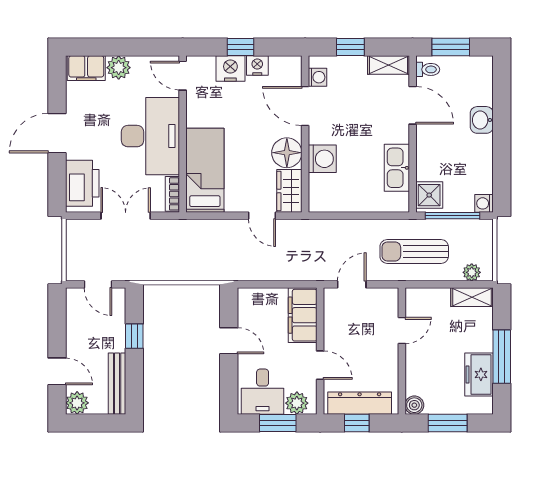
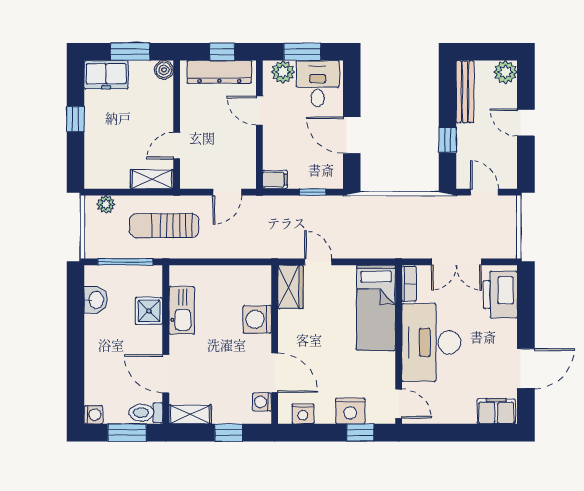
window: (241, 47) -> (360, 433), moved
nightstand: (257, 66) -> (303, 414), moved
plant: (119, 68) -> (463, 412), removed
toilet: (428, 69) -> (146, 413), width x1.37, depth x1.39
washbasin: (482, 120) -> (96, 300), moved
door: (57, 133) -> (526, 368), moved
floor lamp: (287, 153) -> (293, 326), removed
shower: (429, 195) -> (149, 311), moved
washing machine: (484, 203) -> (93, 415), moved
sun lounger: (414, 251) -> (164, 226), turned 180
window: (267, 284) -> (313, 192), added
shelving: (472, 297) -> (152, 179), moved
filing cabinet: (303, 315) -> (275, 180), width x0.33, depth x0.86
door: (229, 341) -> (352, 135), width x1.38
window: (502, 357) -> (75, 119), width x0.46
door: (57, 371) -> (526, 123), moved
freezer: (479, 374) -> (106, 75), moved, turned 90

